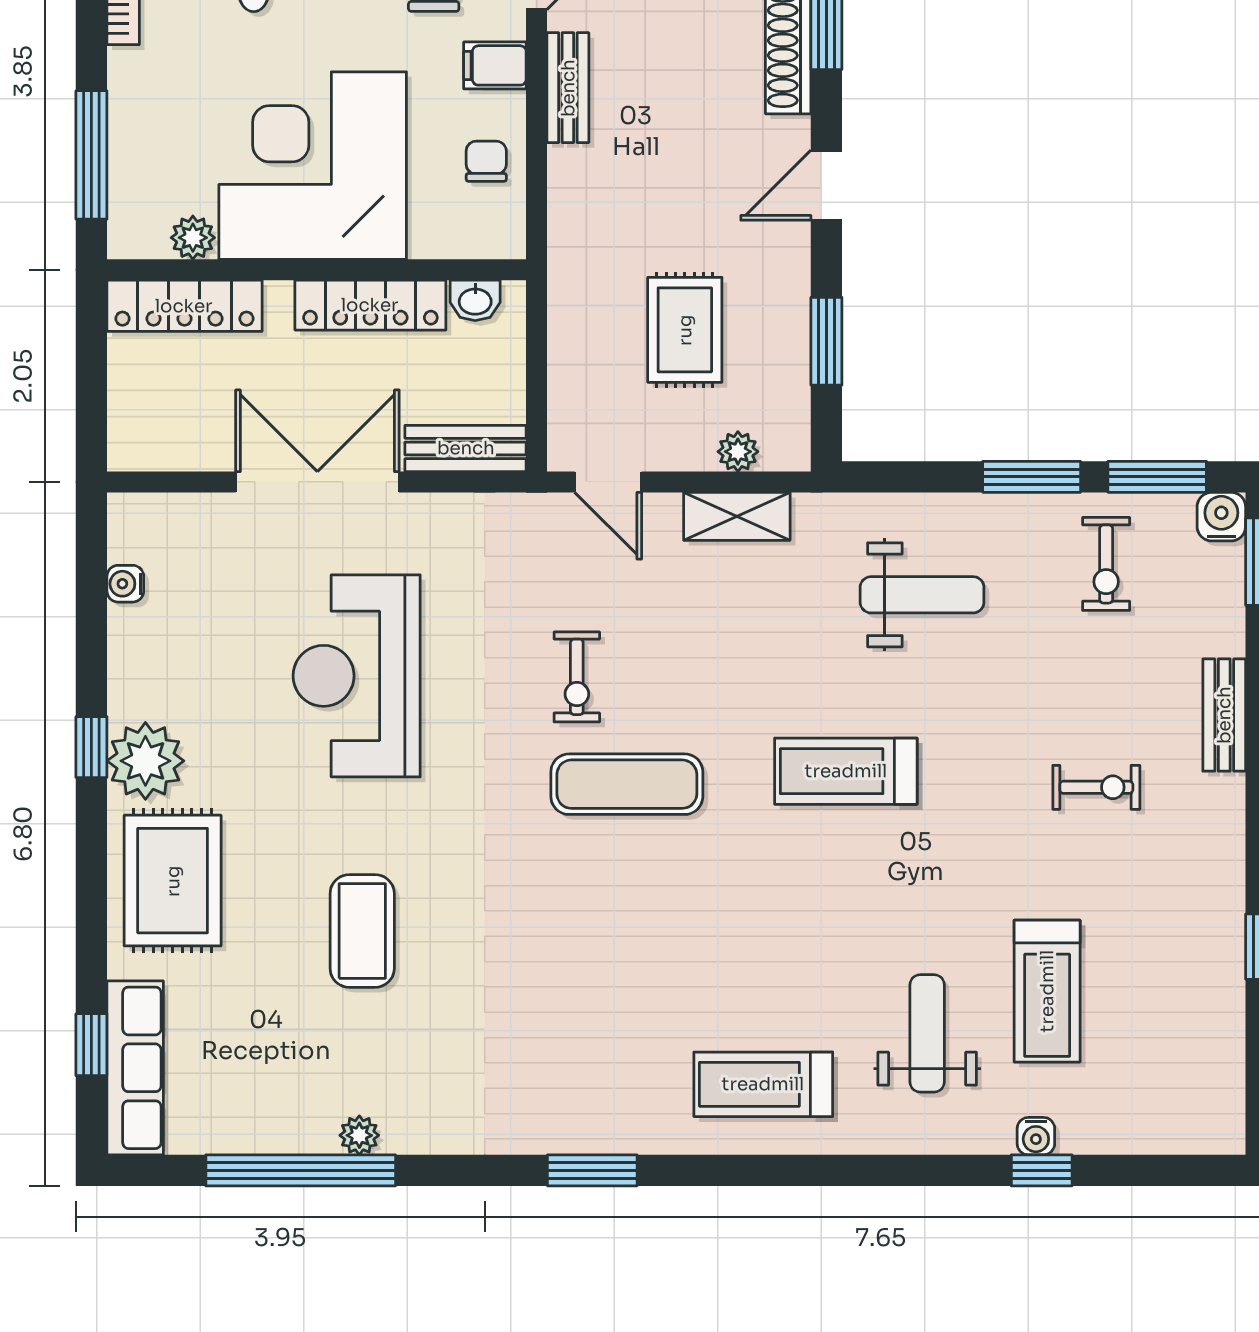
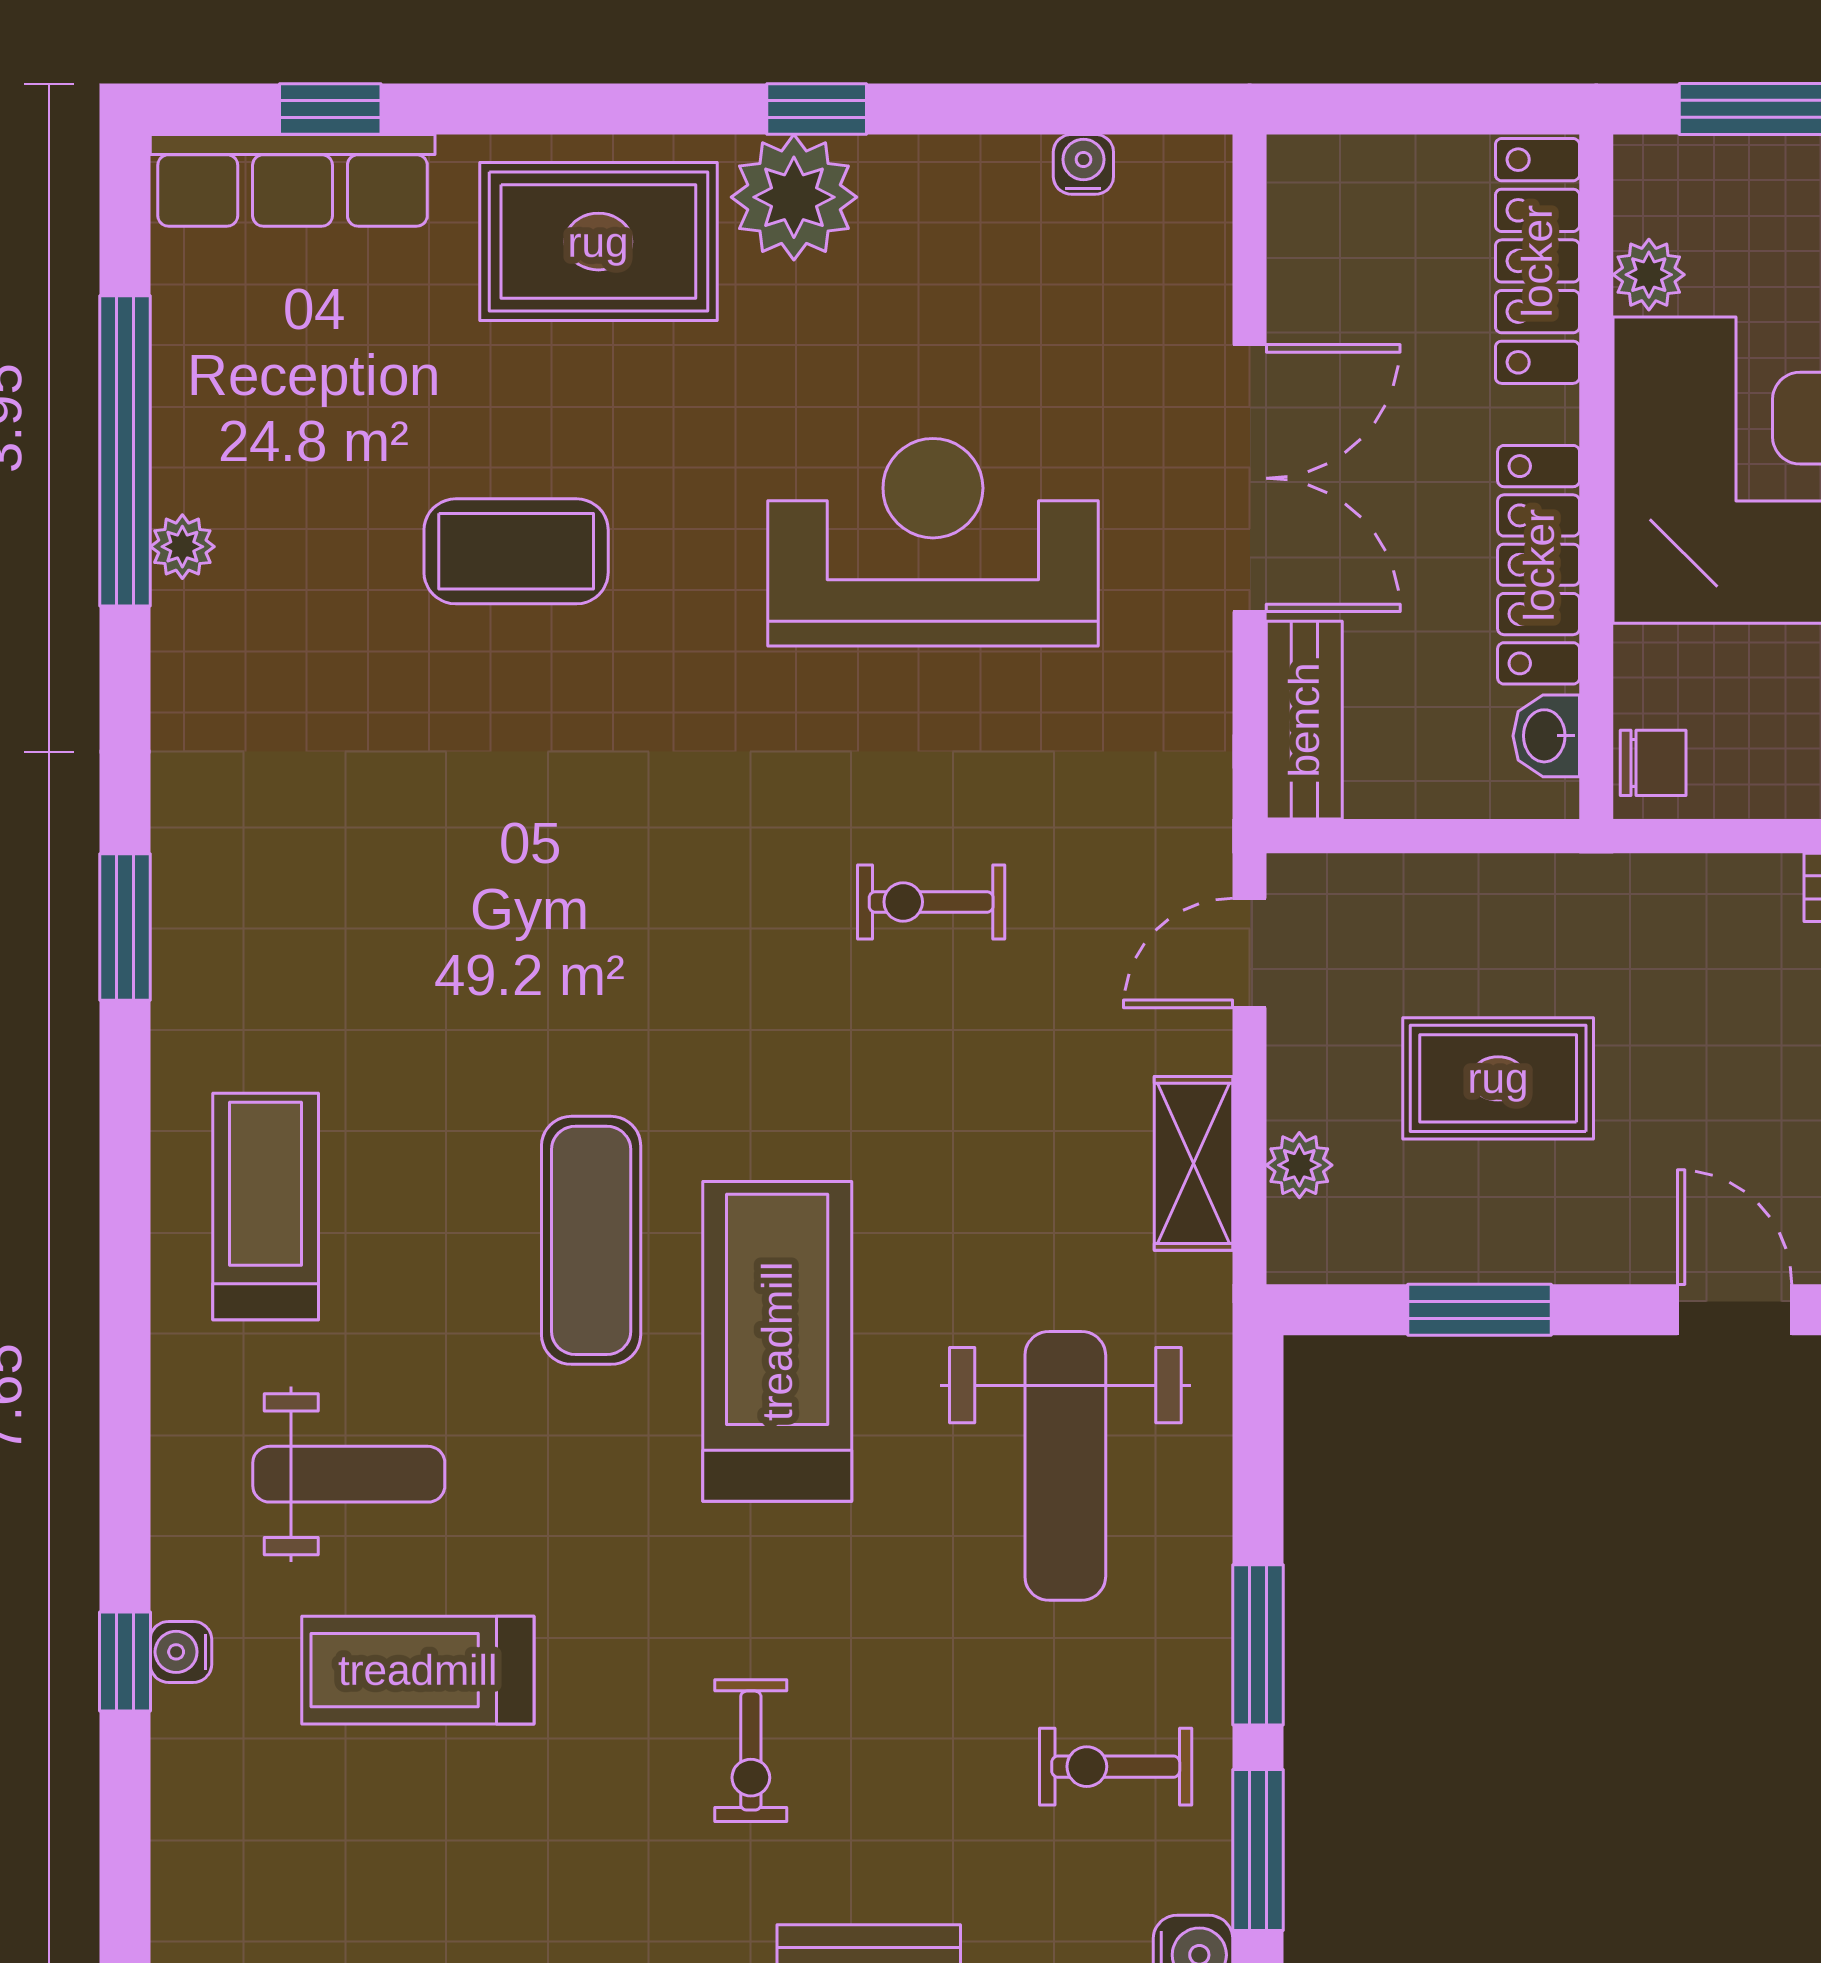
chair: (486, 161) -> (1653, 763), moved
weight bench: (922, 595) -> (1065, 1466), width x1.36, depth x1.33
treadmill: (846, 771) -> (777, 1341), width x1.37, depth x1.38
exercise mat: (627, 784) -> (591, 1240), moved

